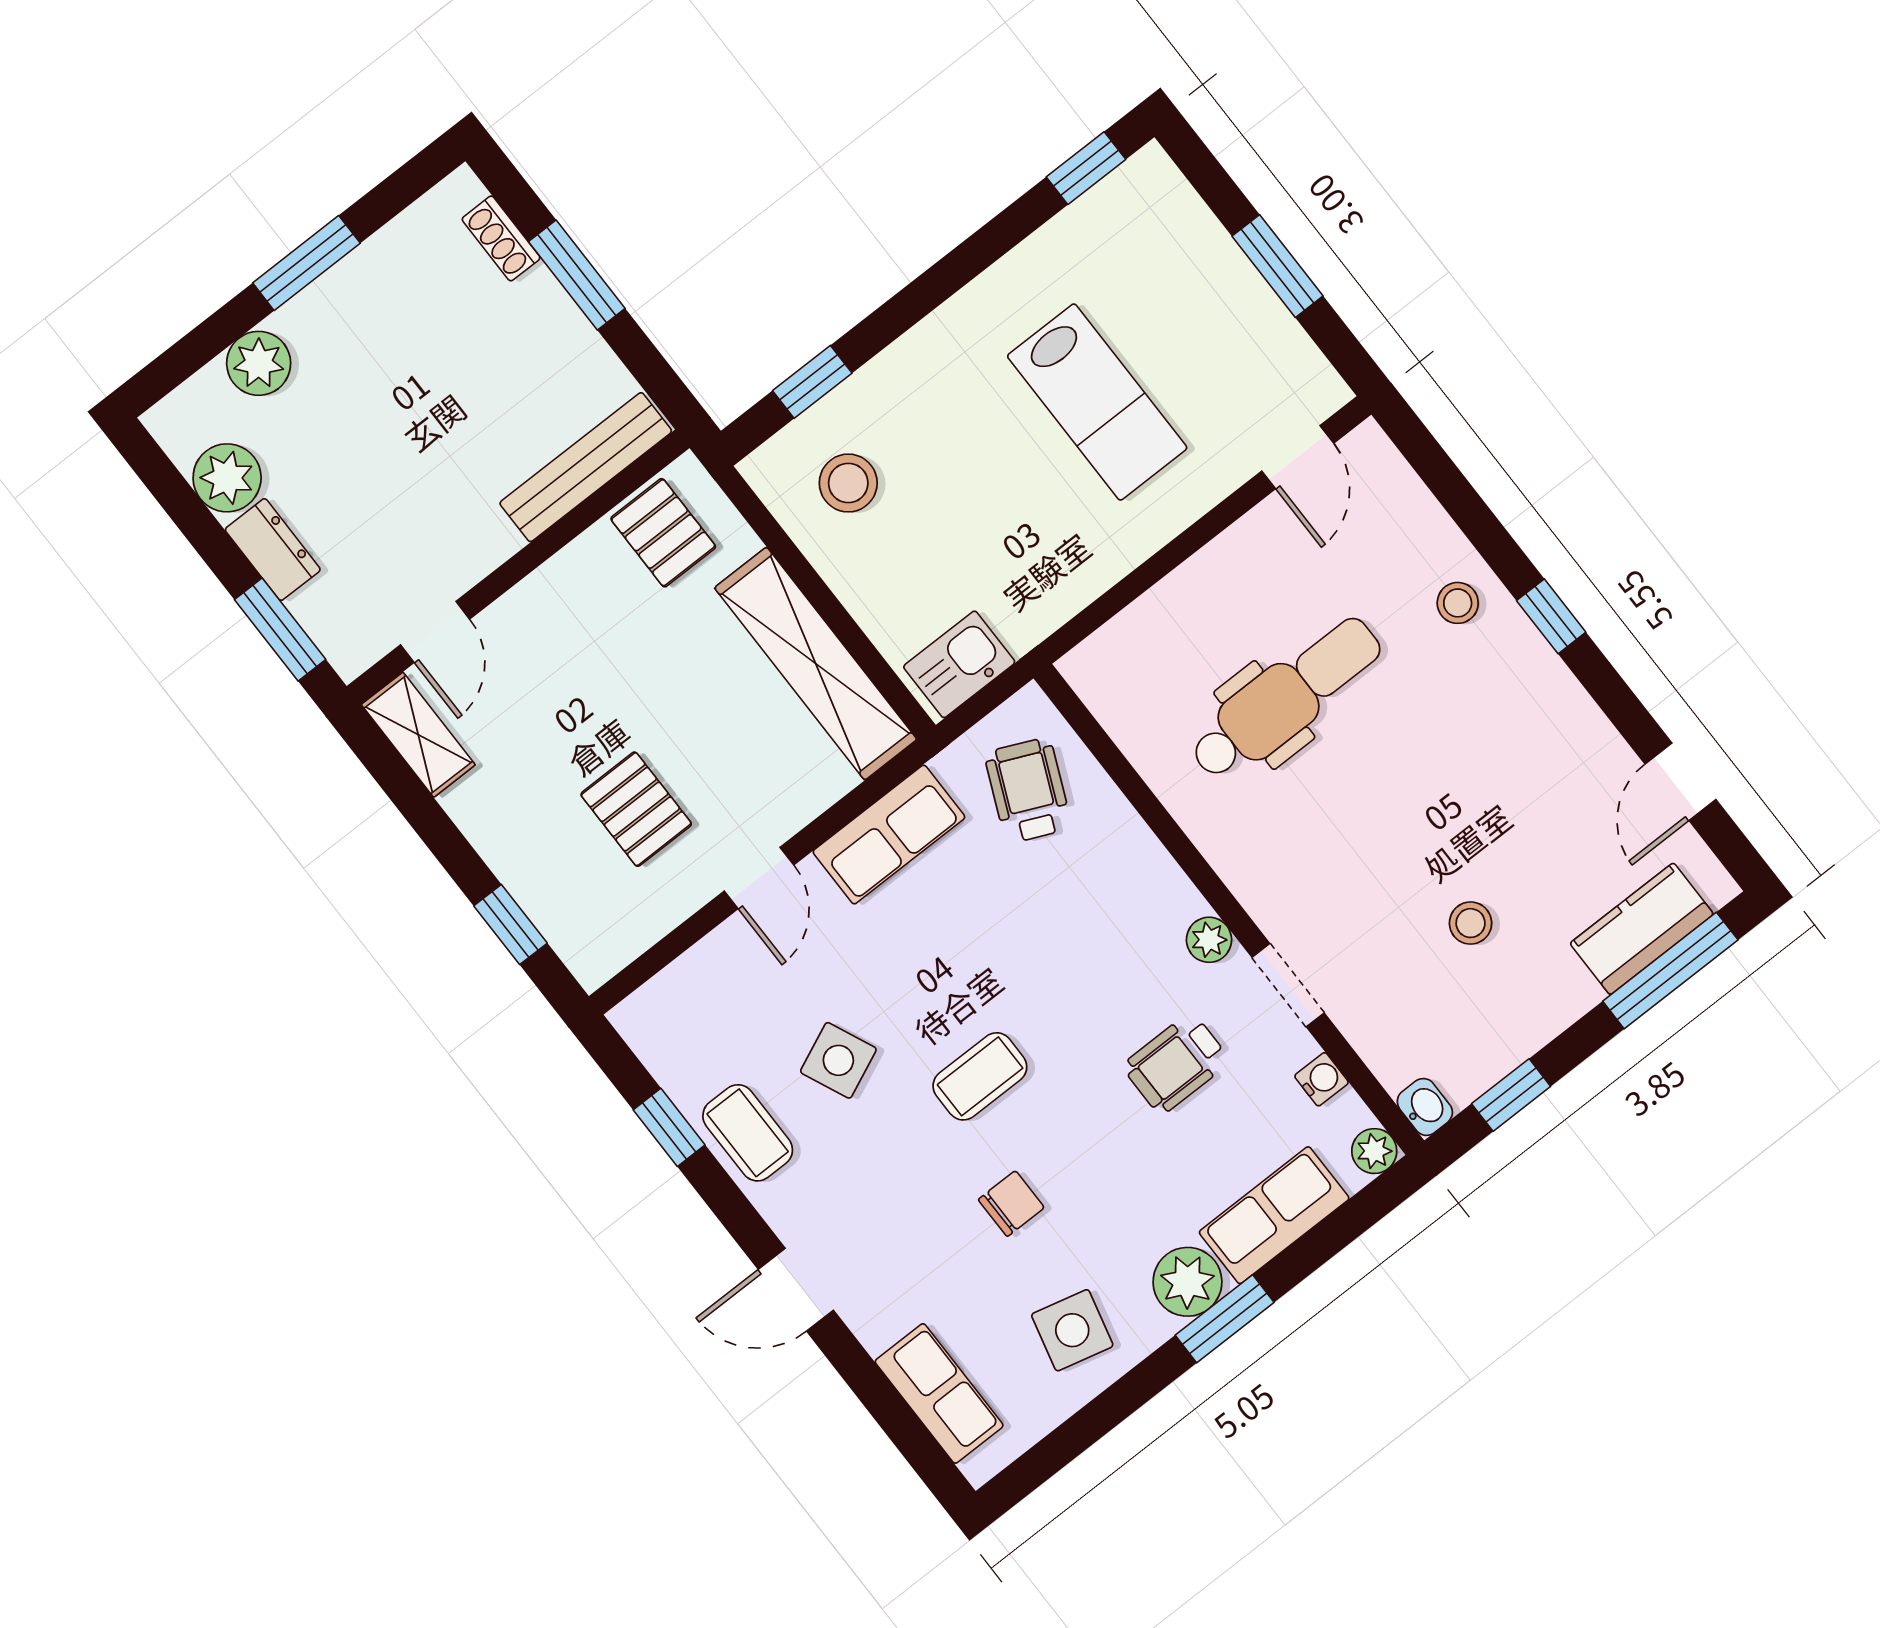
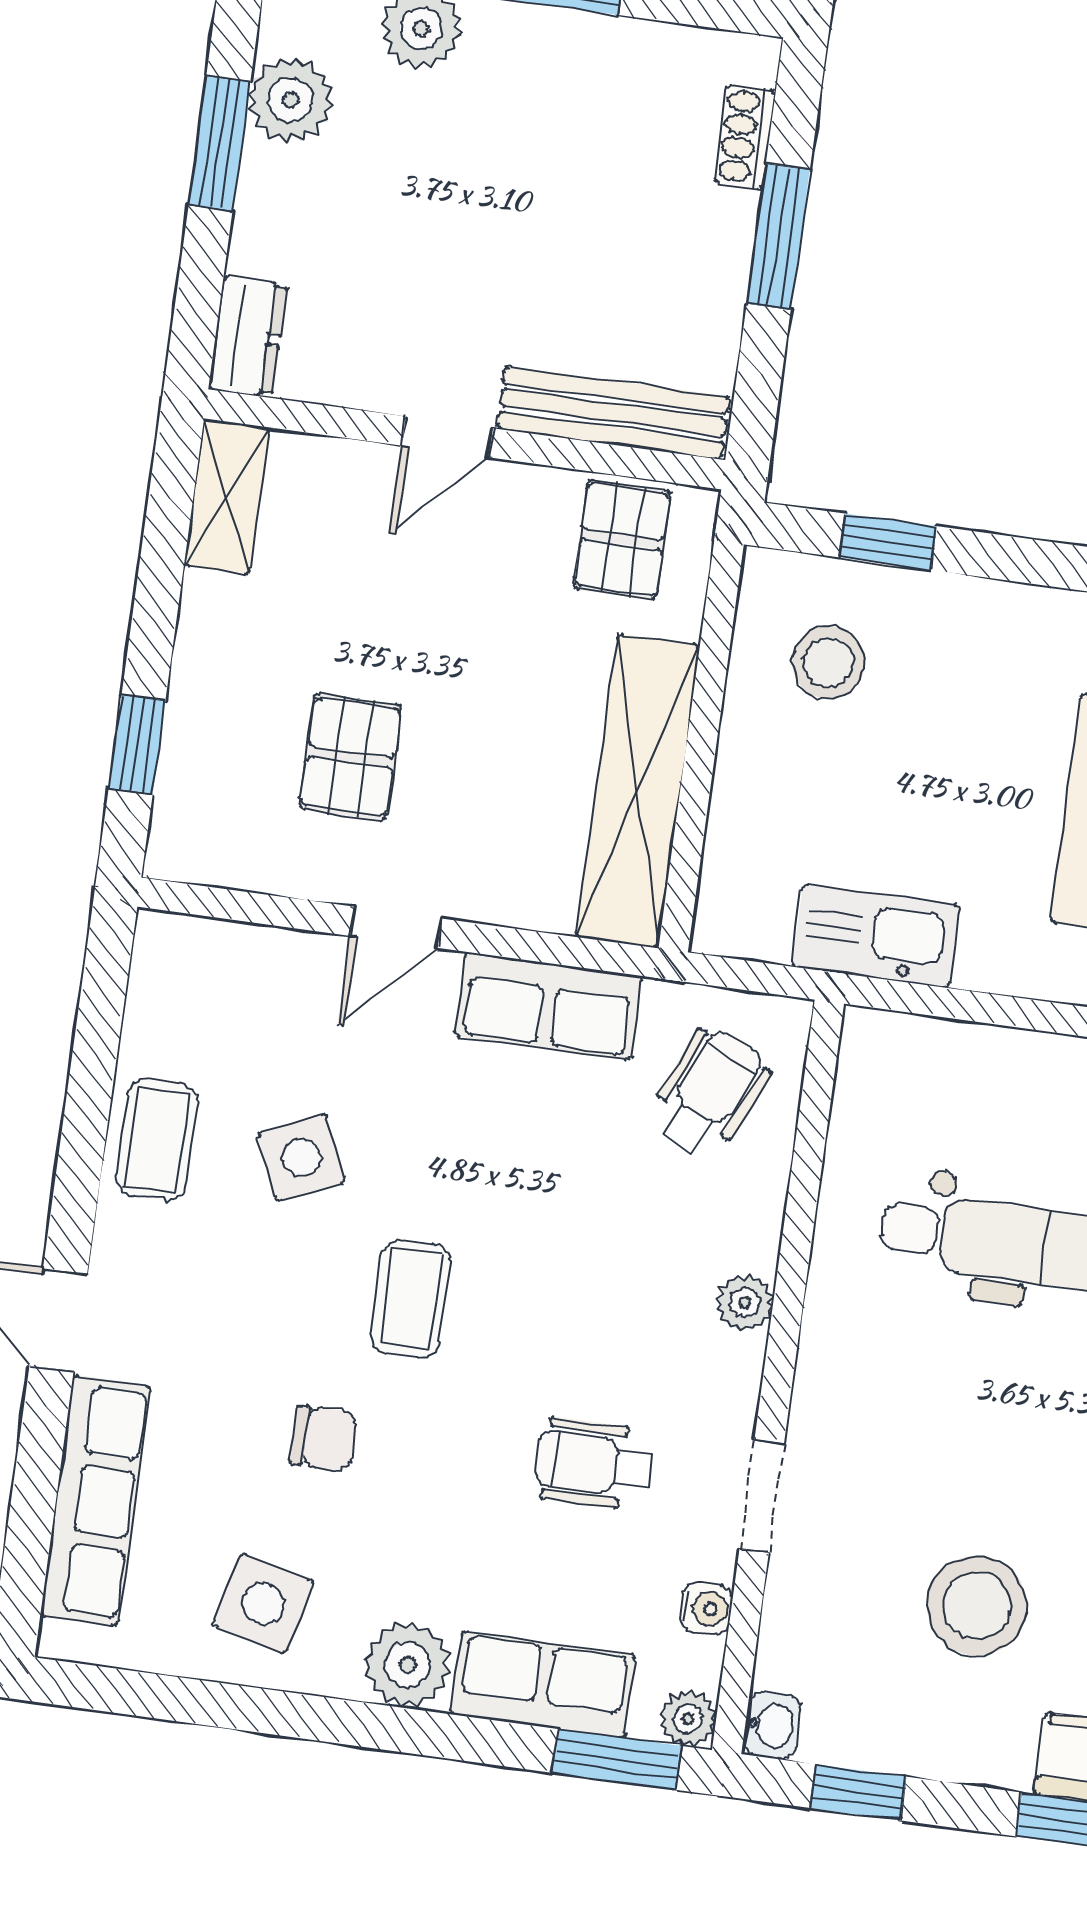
dresser: (273, 550) -> (248, 337), moved
window: (280, 630) -> (219, 143), moved
door: (435, 632) -> (447, 437), moved
kitchen sink: (959, 664) -> (876, 936), moved, width x1.38
stool: (1471, 923) -> (977, 1606), width x1.89, depth x1.89
plant: (1209, 940) -> (745, 1303), moved
coffee table: (980, 1076) -> (411, 1299), turned 90
window: (669, 1127) -> (93, 1064), removed
window: (1225, 1319) -> (617, 1759), moved
row of seats: (939, 1393) -> (96, 1500), width x1.48

